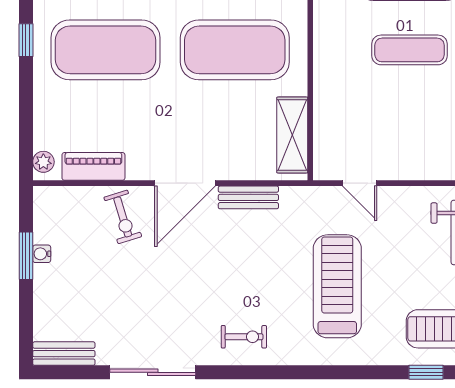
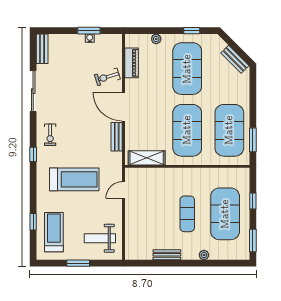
plant: (43, 162) -> (156, 39), moved
window: (285, 372) -> (33, 154), added

